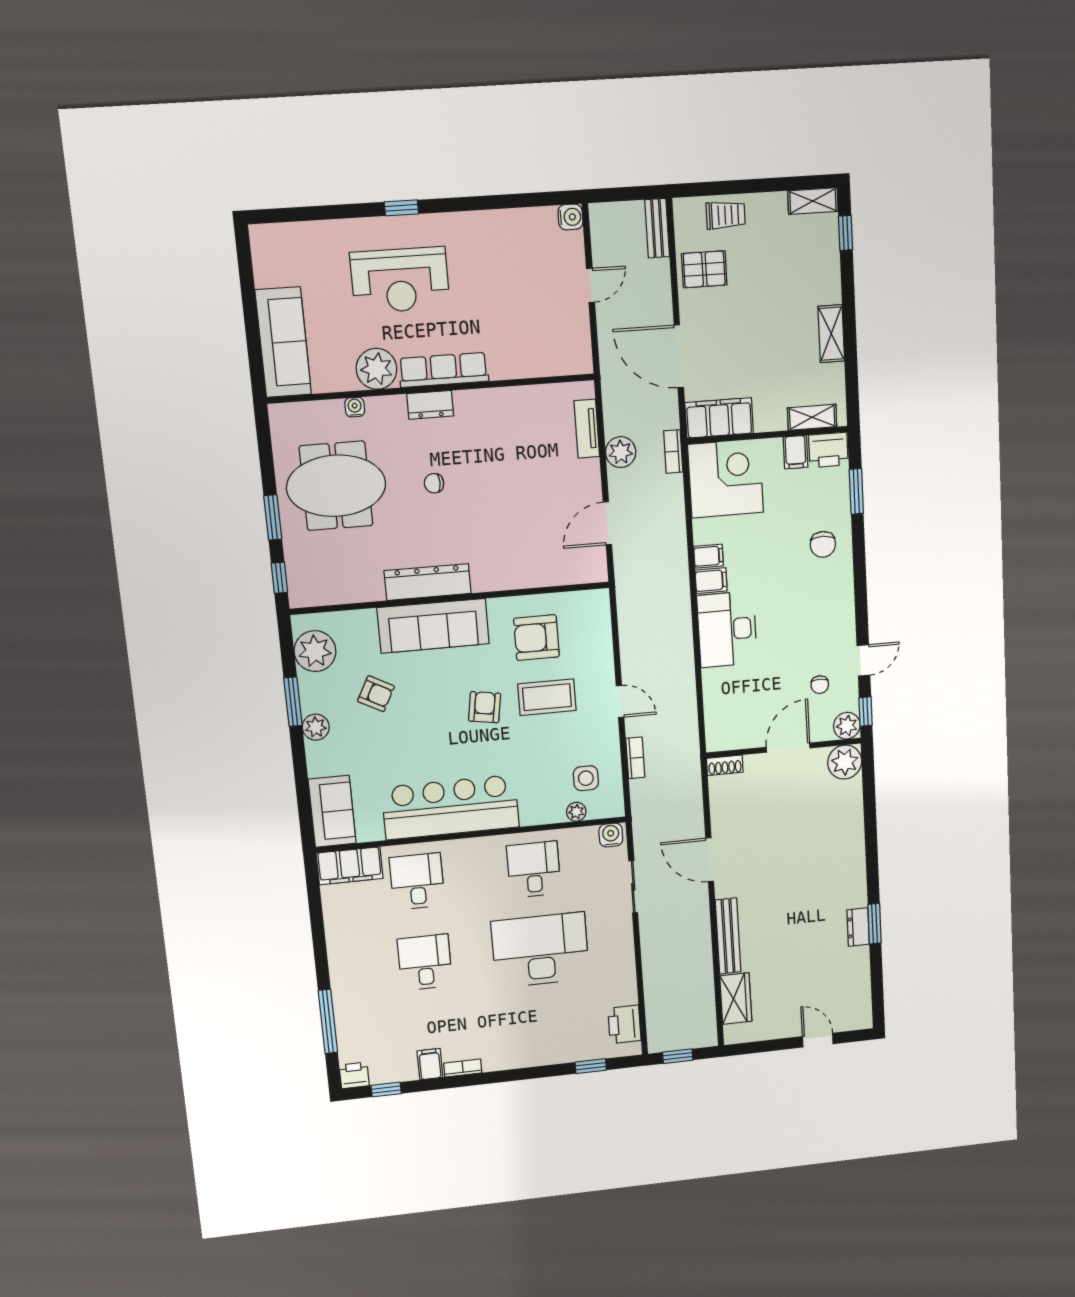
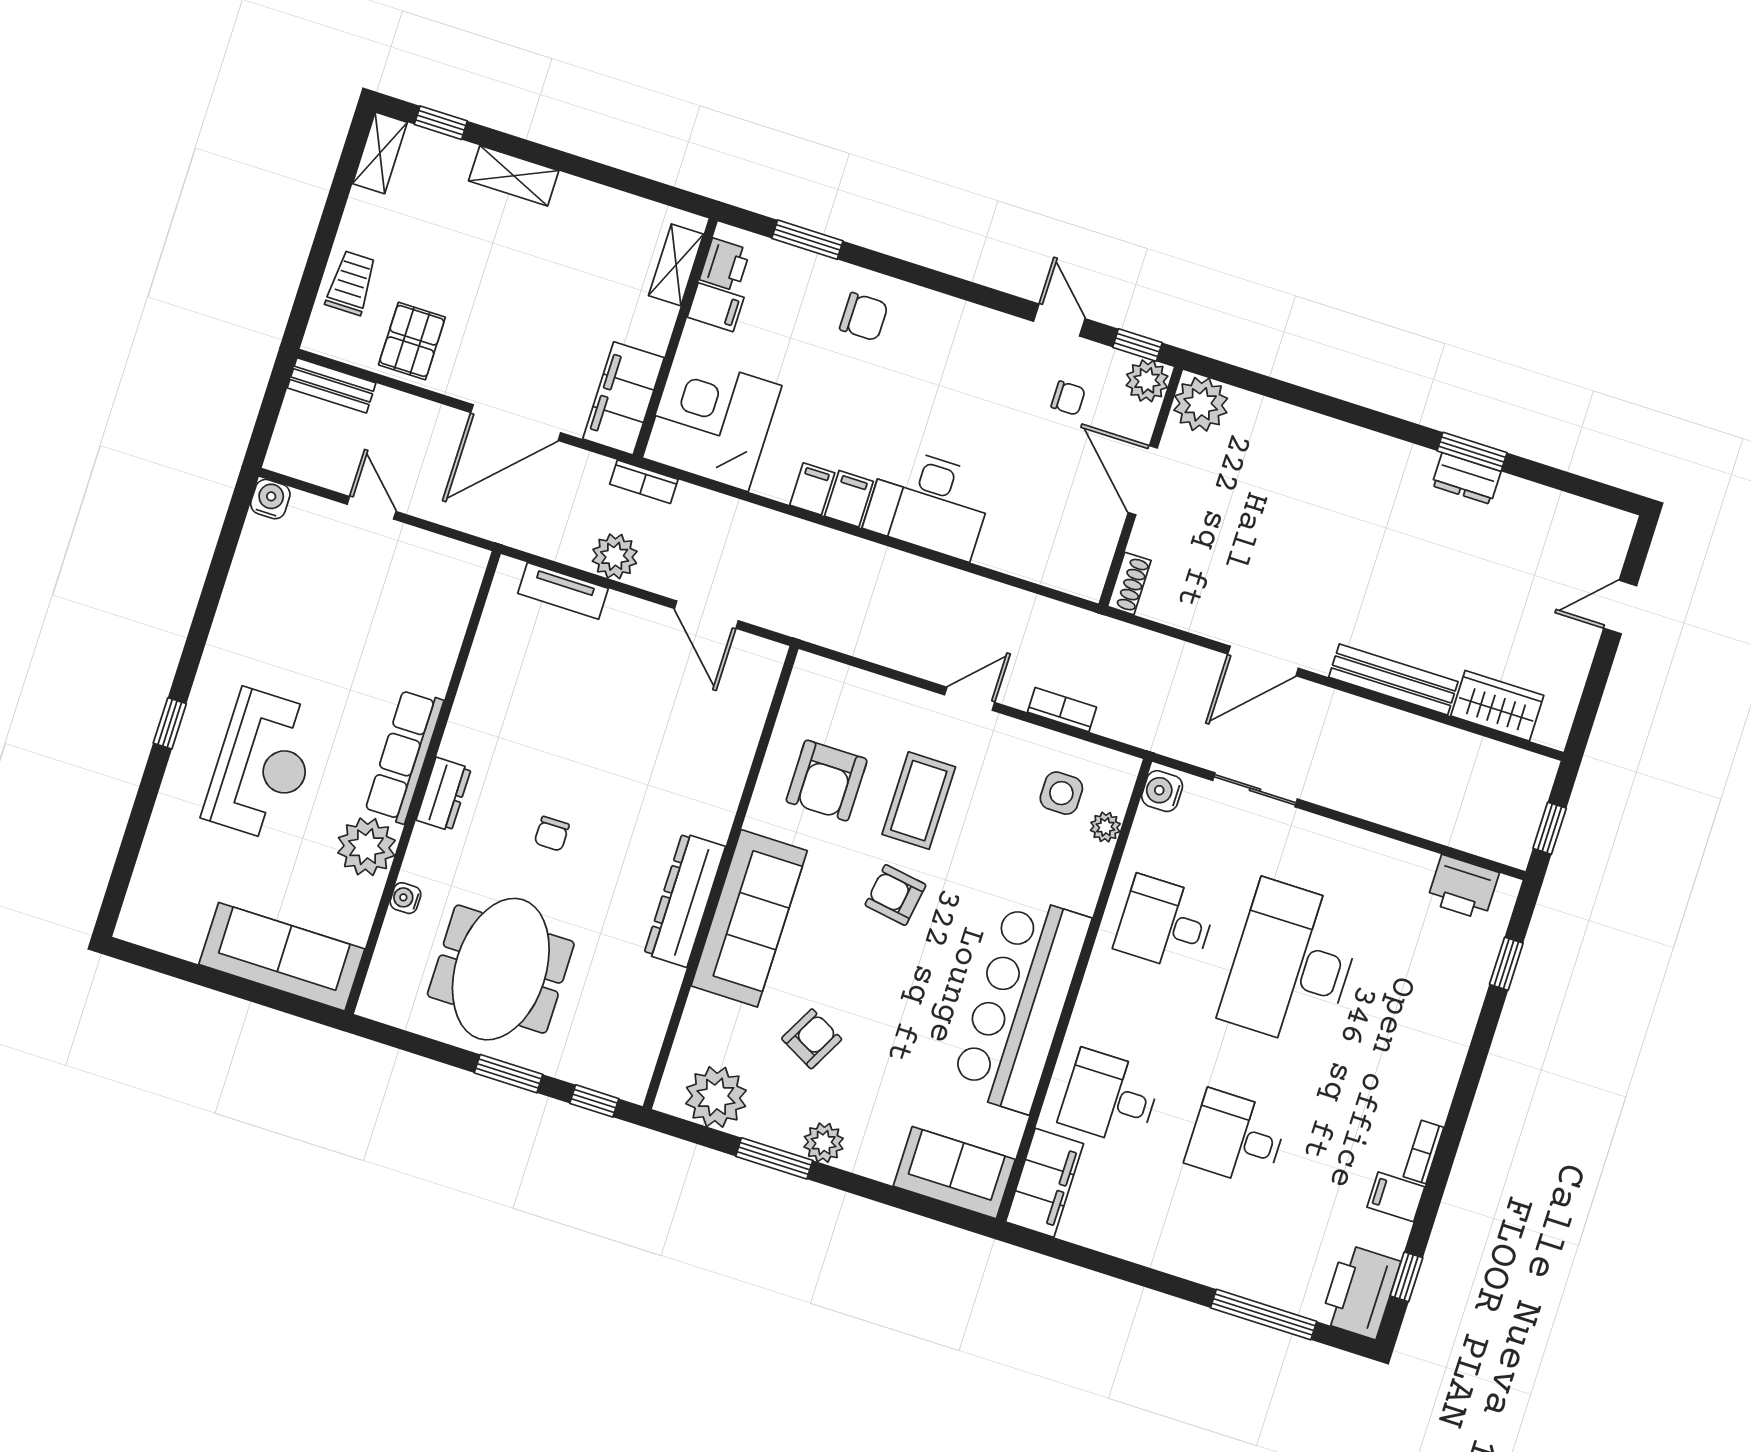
shelving: (831, 334) -> (514, 176), moved
printer: (828, 450) -> (725, 265), width x0.73, depth x0.81
printer: (354, 1075) -> (1360, 1292), width x1.87, depth x1.48

